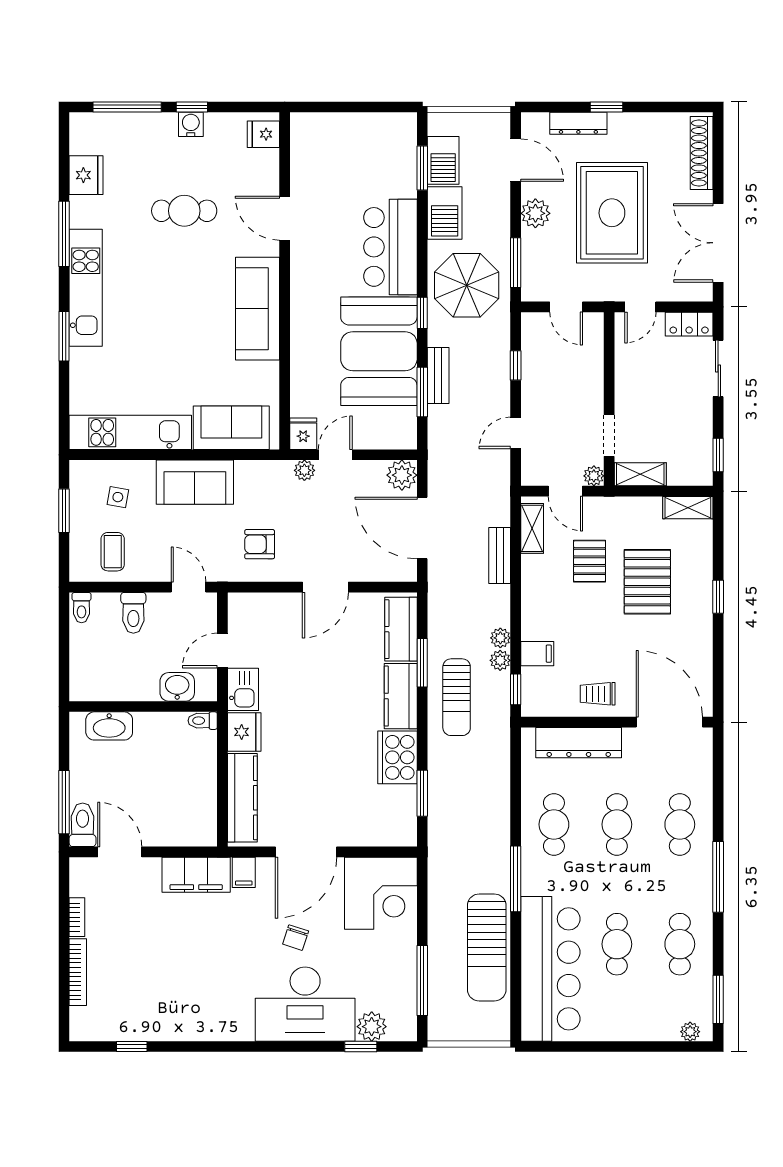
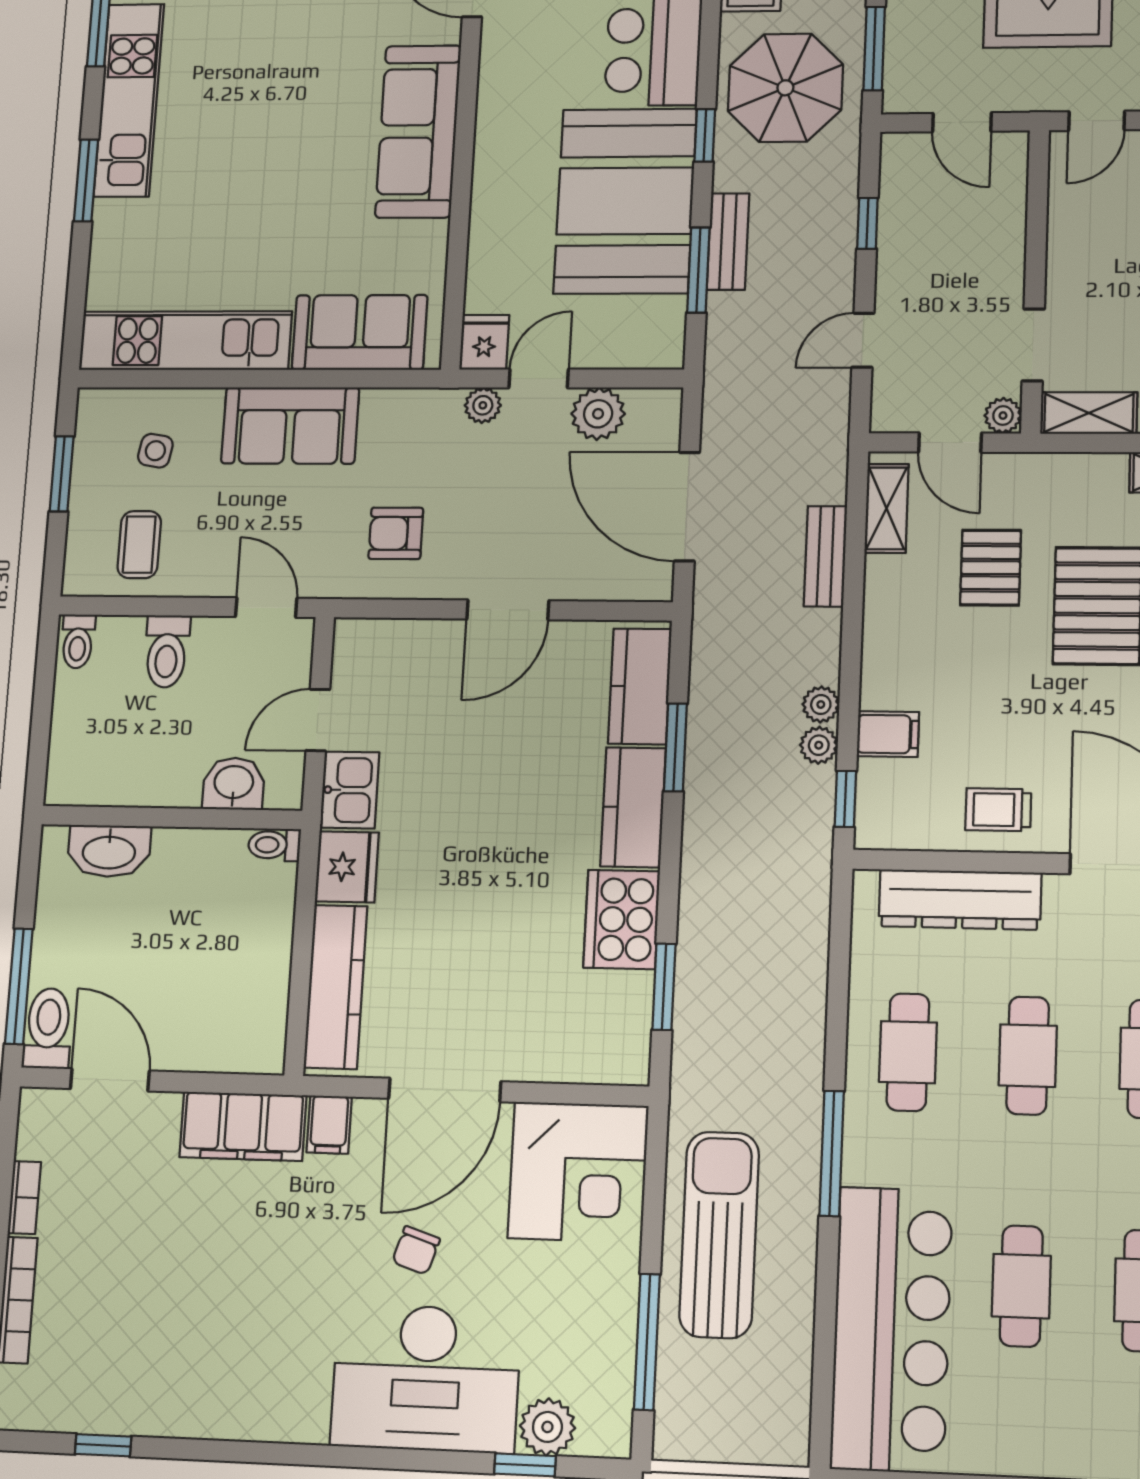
plant: (402, 475) -> (598, 414), moved
sun lounger: (457, 697) -> (736, 811), removed
sun lounger: (487, 947) -> (719, 1235), moved, turned 180

